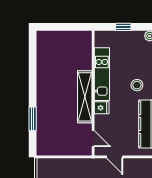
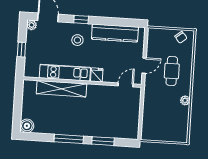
boiler: (43, 38) -> (27, 126), added
window: (33, 83) -> (69, 139), added
shelving: (85, 97) -> (61, 89), moved

